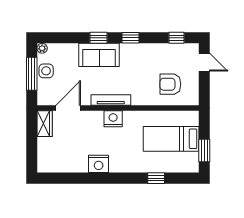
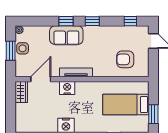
window: (32, 74) -> (11, 51), width x0.69
nightstand: (113, 119) -> (67, 88), moved

